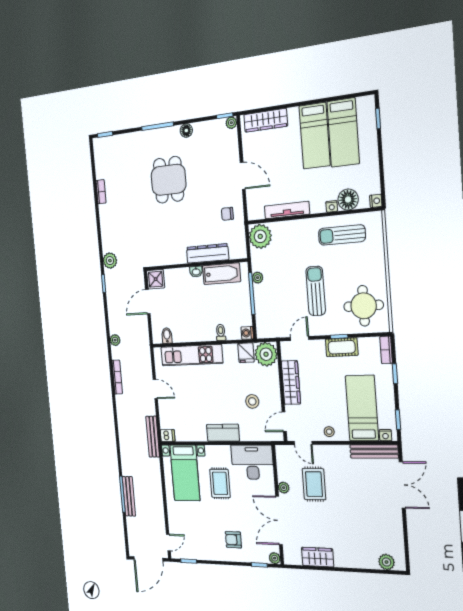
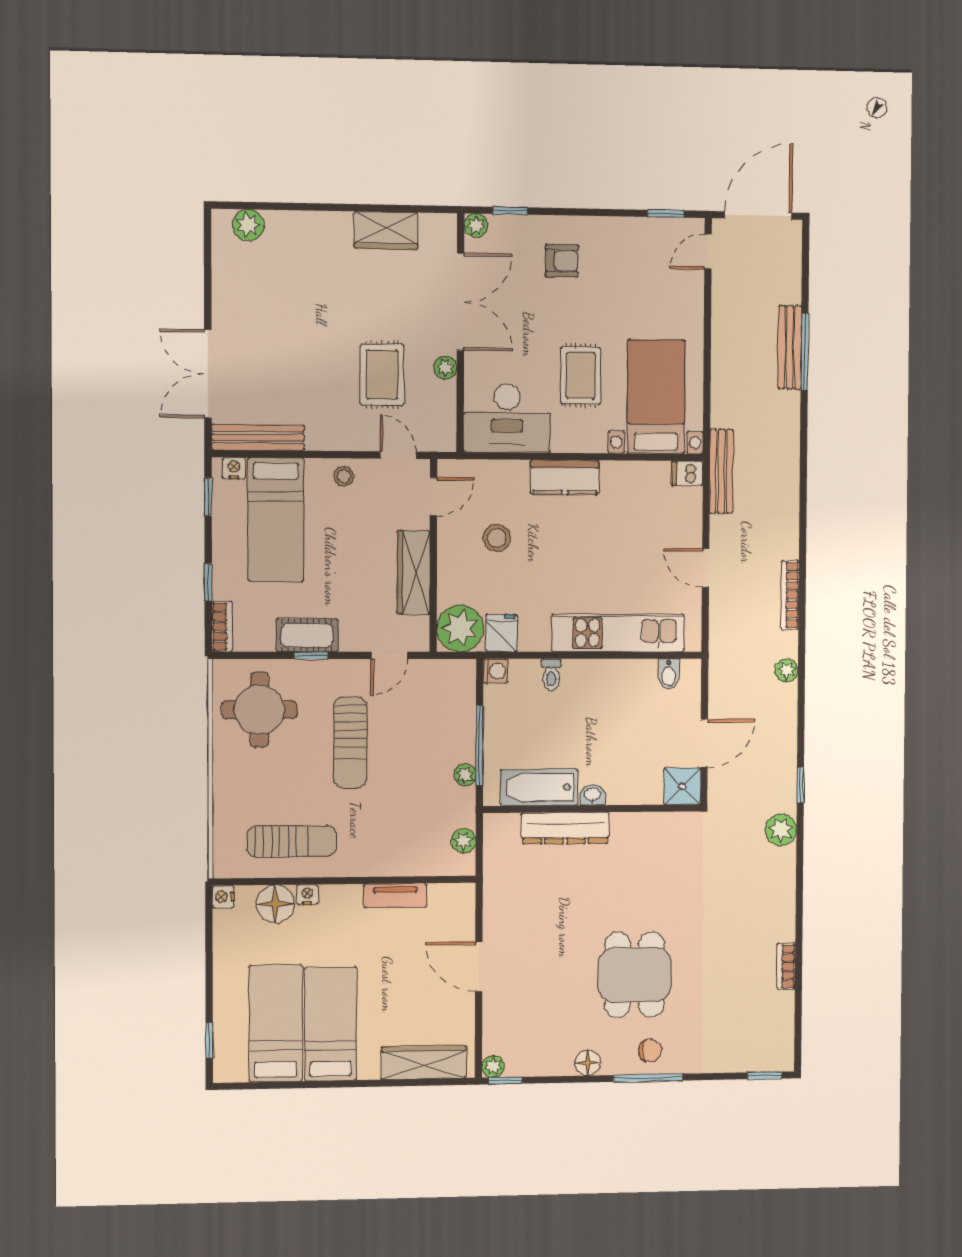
tv unit: (287, 210) -> (395, 896), width x0.71
chair: (227, 214) -> (650, 1051), moved
plant: (260, 236) -> (464, 841), width x0.53, depth x0.53

